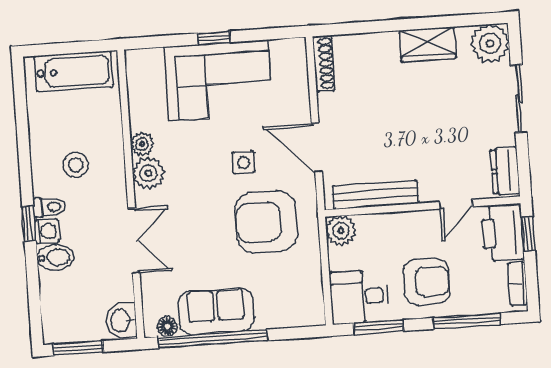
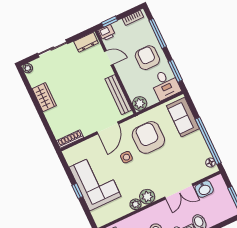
plant: (490, 43) -> (28, 68), width x0.53, depth x0.53
armchair: (266, 222) -> (148, 137), turned 180
printer: (503, 233) -> (107, 33), width x0.53, depth x0.68
double door: (134, 241) -> (179, 192), swing flipped
sofa: (216, 311) -> (183, 117), moved
washbasin: (121, 321) -> (204, 189), moved

